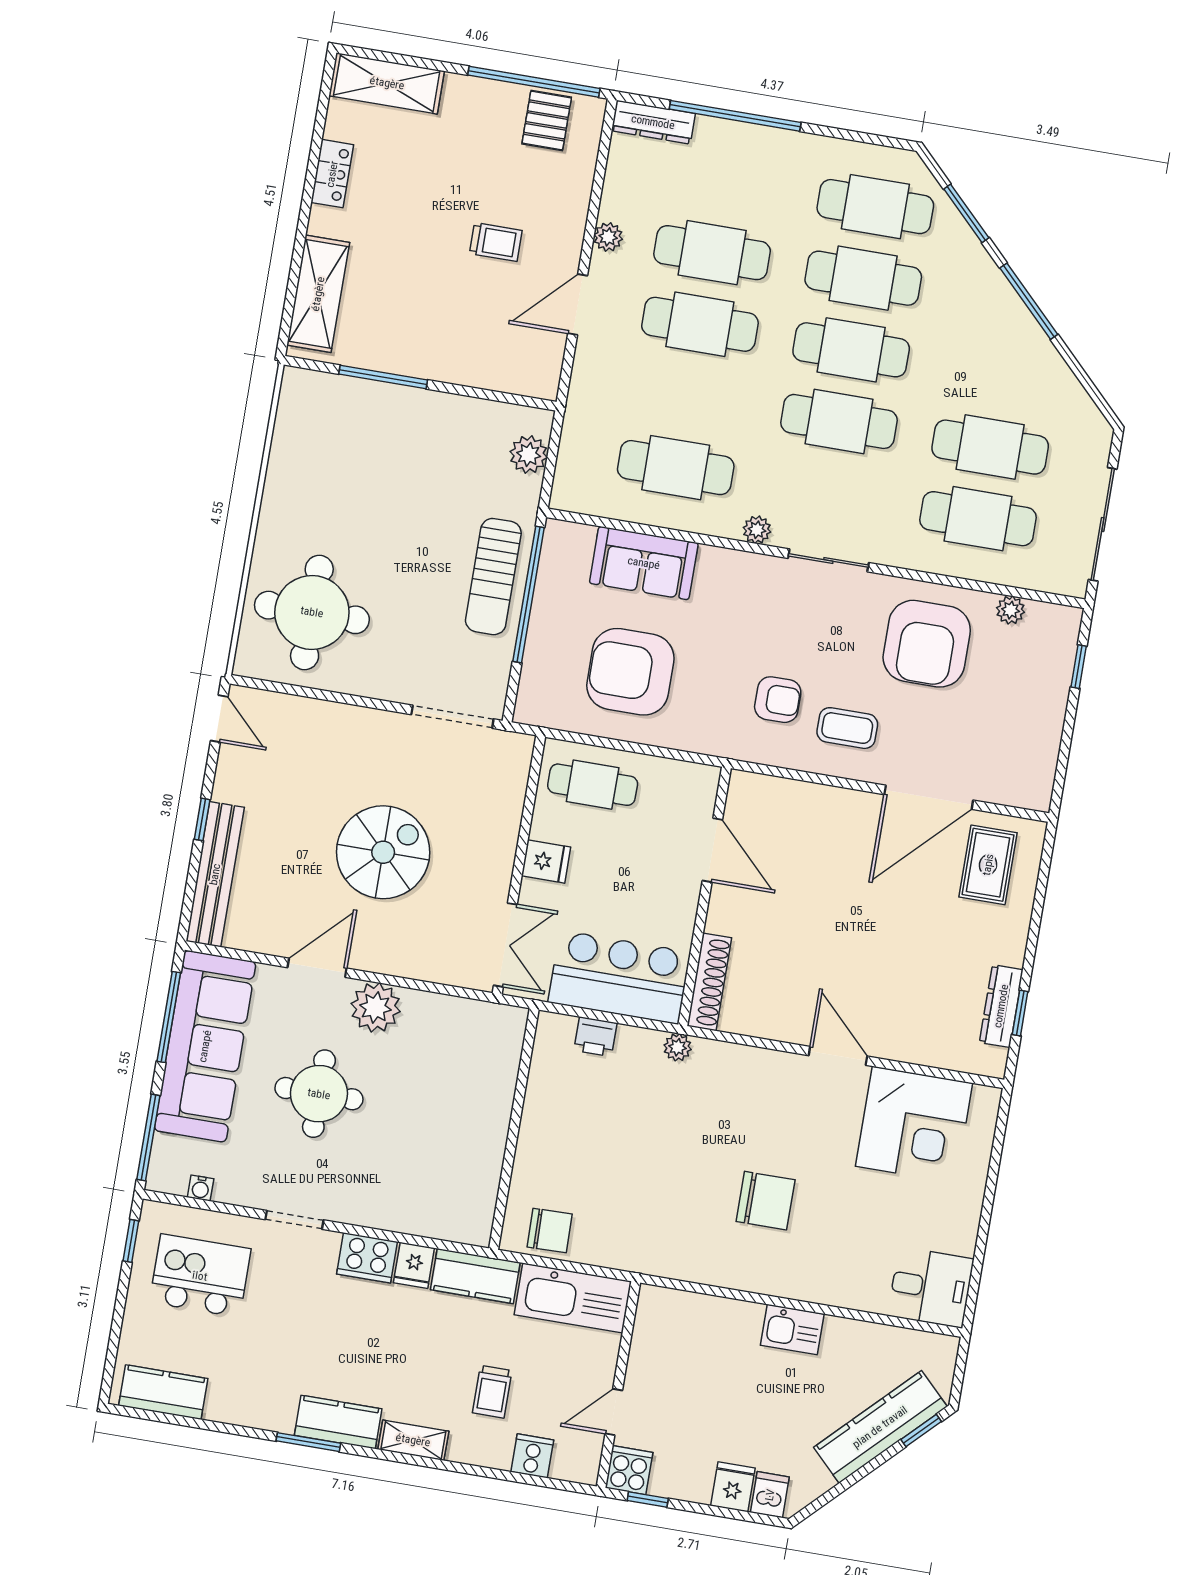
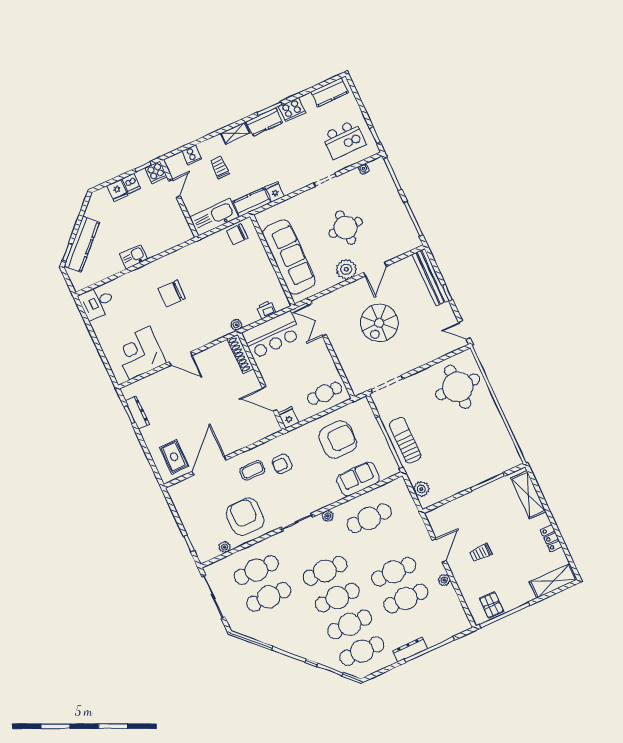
dresser: (653, 122) -> (410, 650), moved
fridge: (546, 861) -> (288, 418), moved, turned 90
sofa: (205, 1046) -> (289, 257), moved, turned 180
cooker: (367, 1258) -> (292, 110), moved, turned 180
dishwasher: (770, 1495) -> (131, 184), moved

